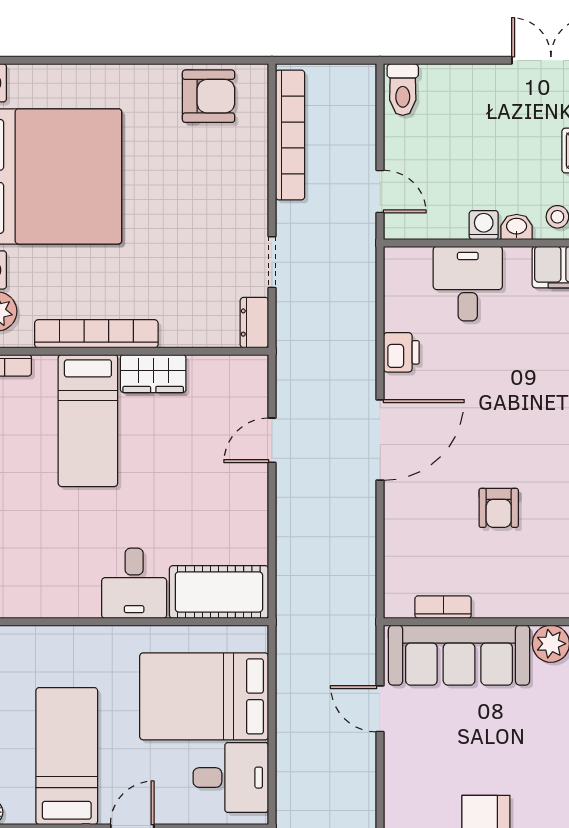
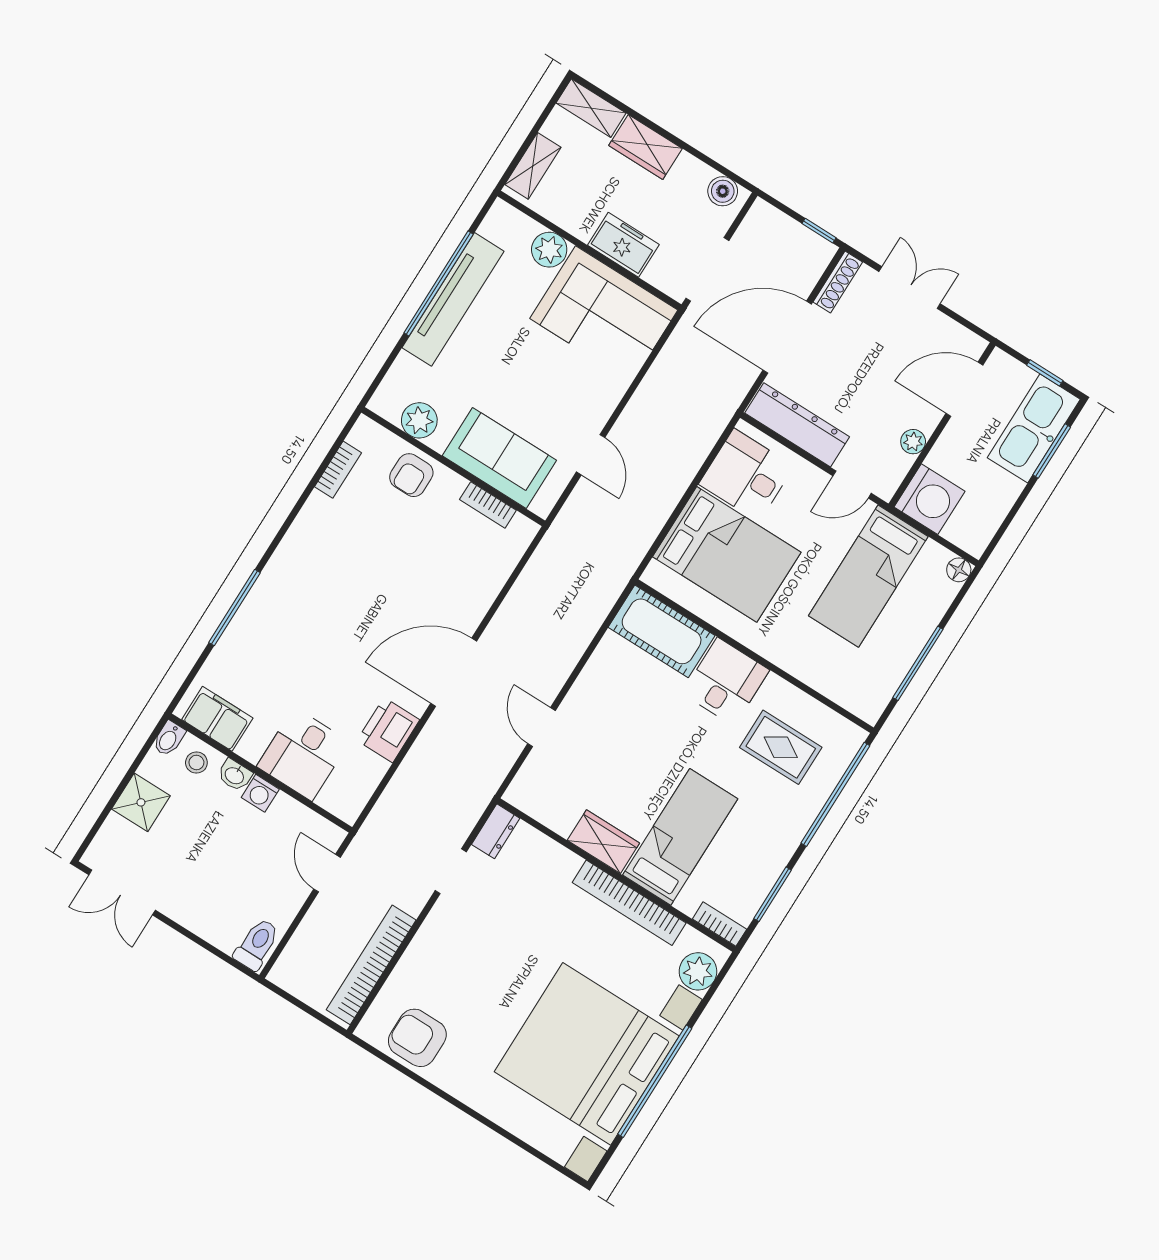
printer: (401, 352) -> (388, 730), width x1.36, depth x1.24
door: (272, 440) -> (541, 727), swing flipped
armchair: (499, 508) -> (411, 475), moved, turned 180
rug: (49, 556) -> (781, 747), added
sofa: (459, 655) -> (499, 458), width x0.73

